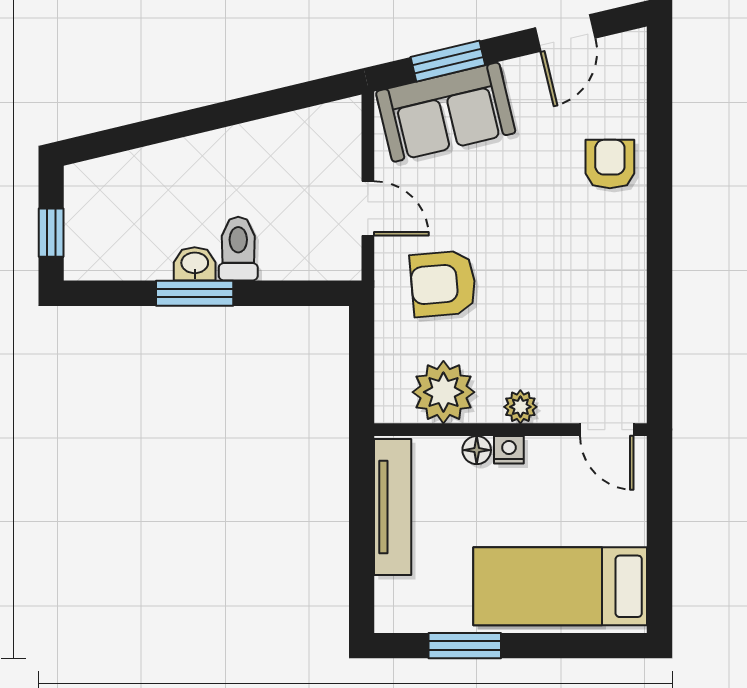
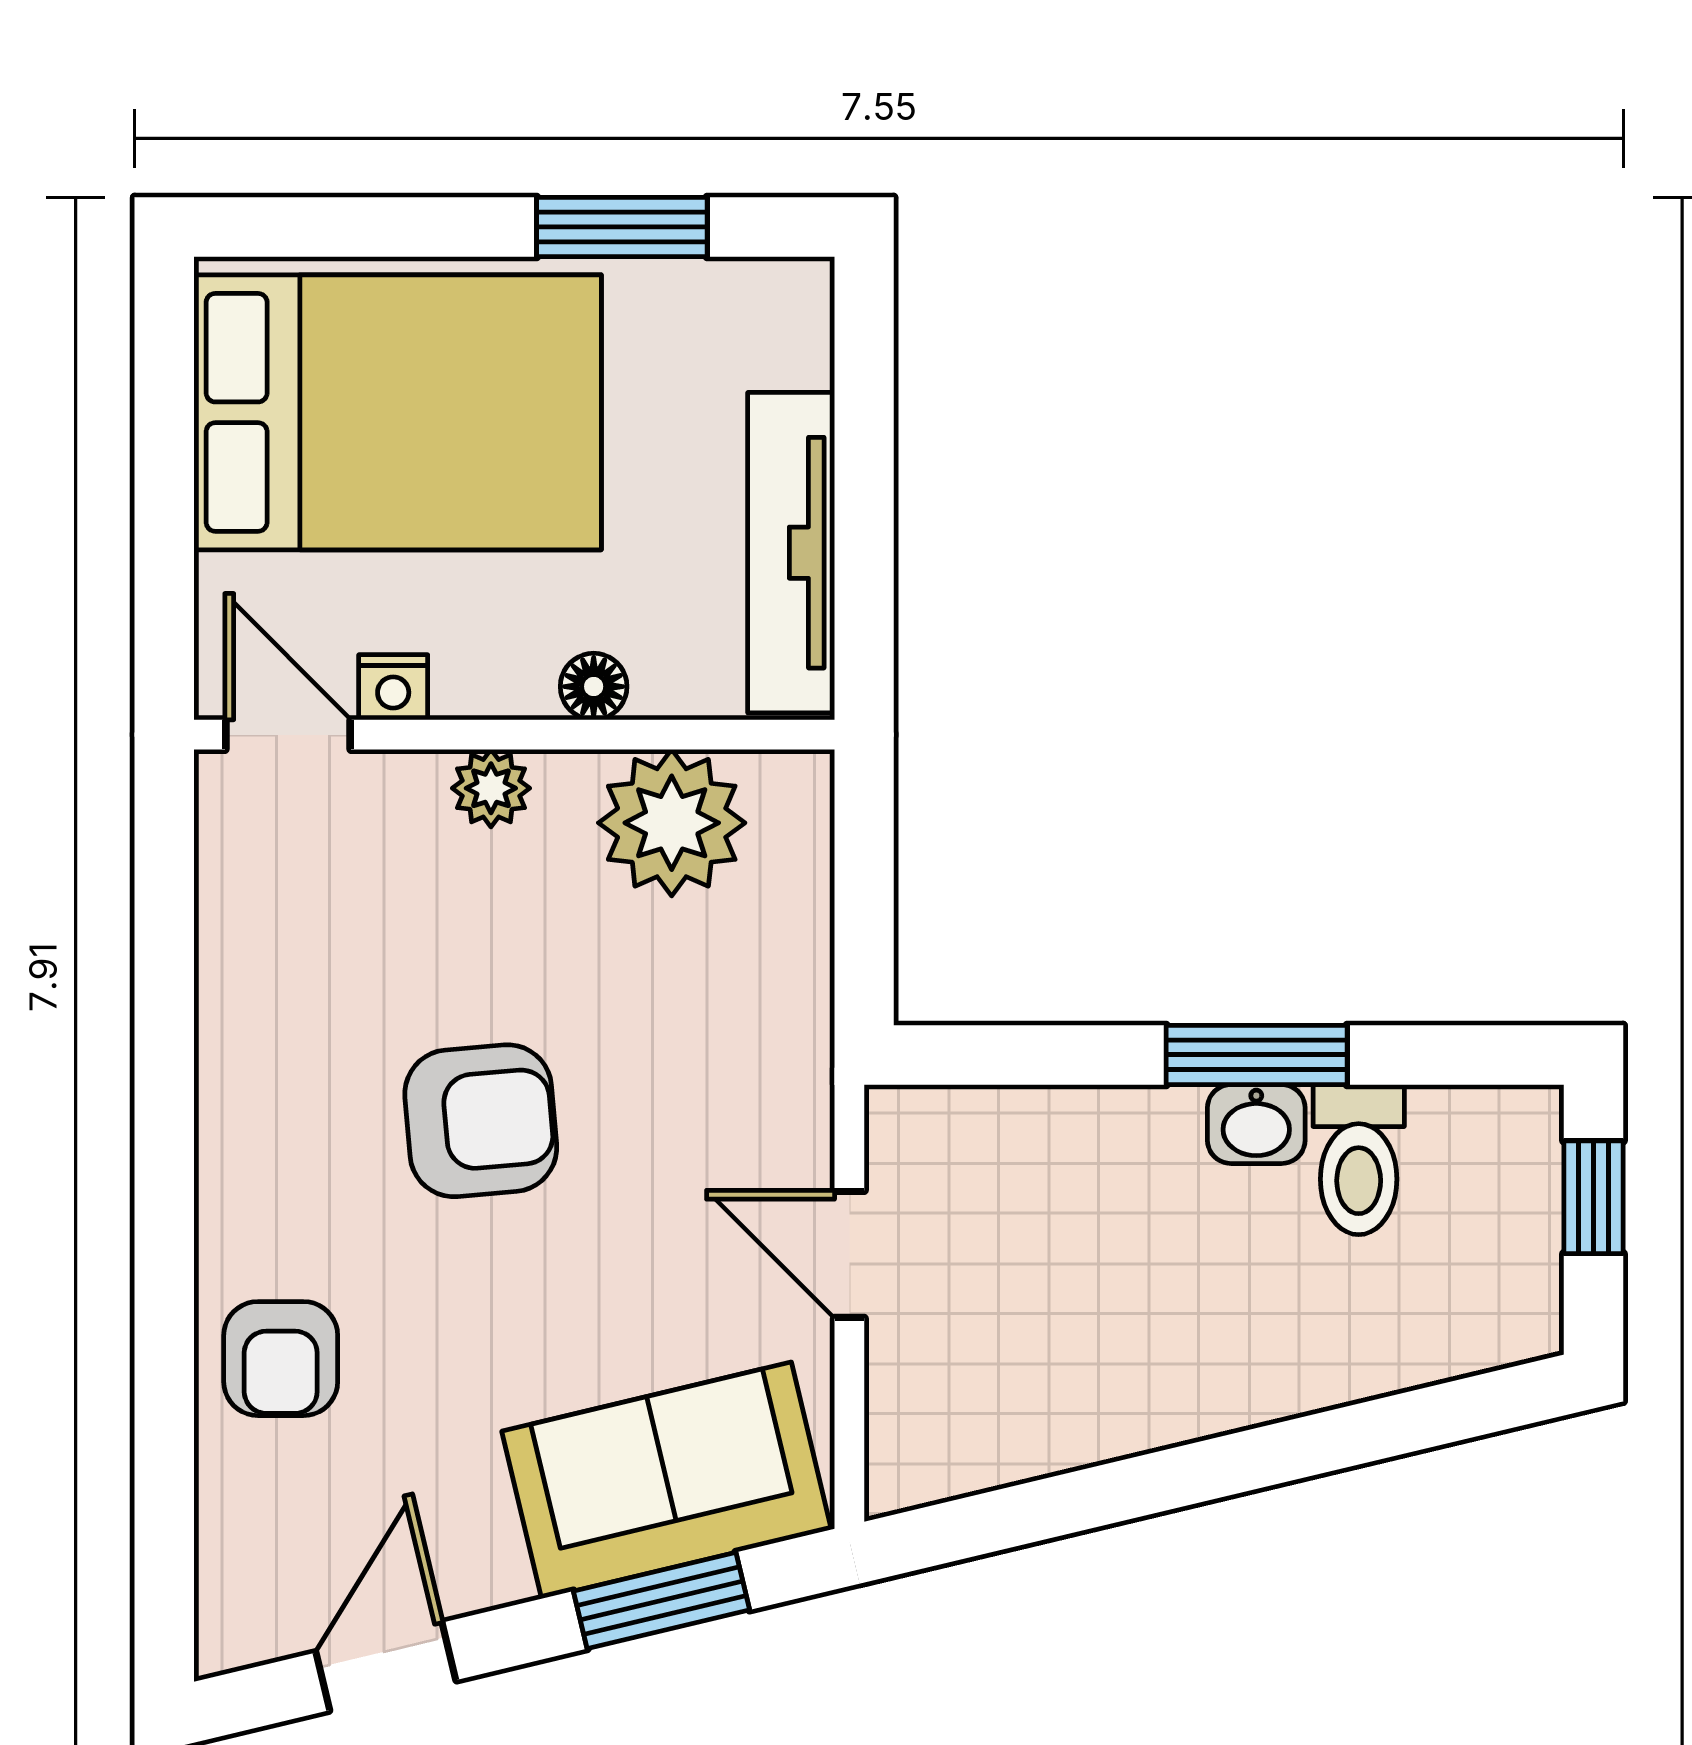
toilet: (238, 249) -> (1359, 1160), moved
armchair: (443, 284) -> (481, 1121), moved
nightstand: (509, 450) -> (393, 687), moved
bed: (560, 586) -> (398, 412), width x1.50

